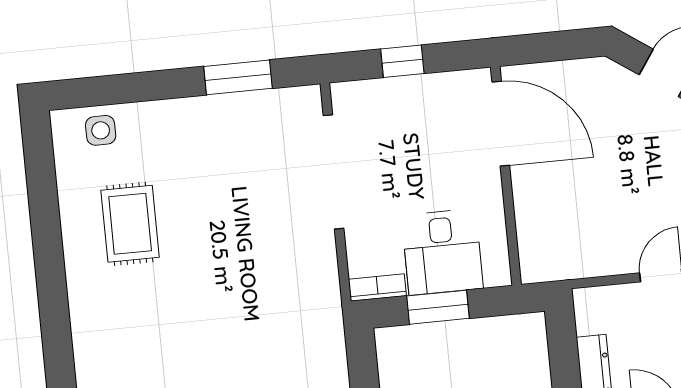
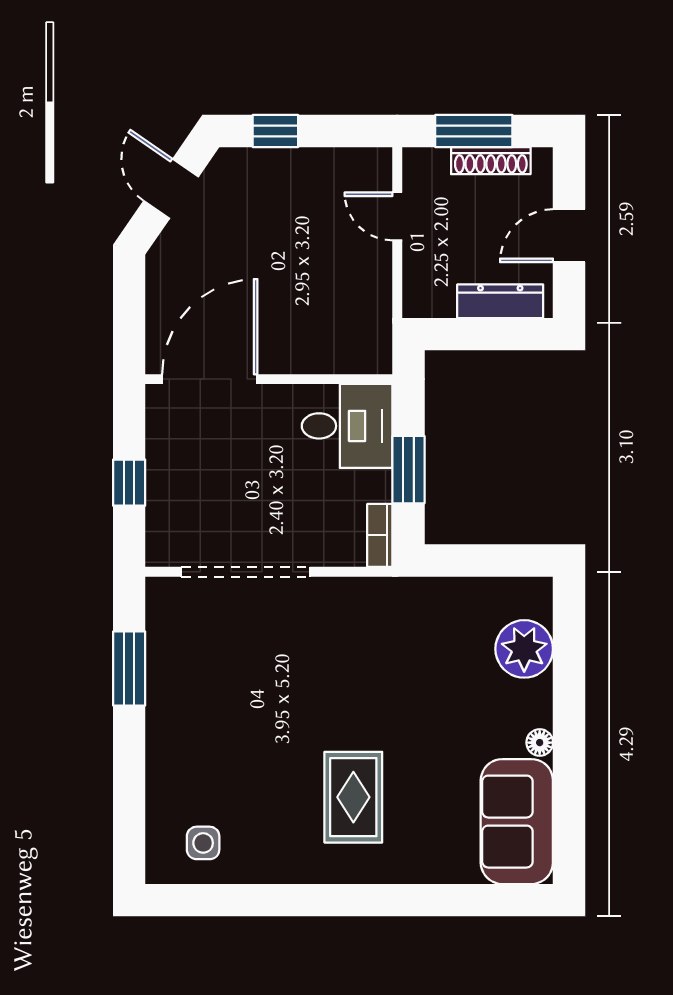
side table: (101, 130) -> (203, 843), moved
rug: (130, 224) -> (353, 797), moved, turned 90
desk: (442, 252) -> (347, 426), moved

